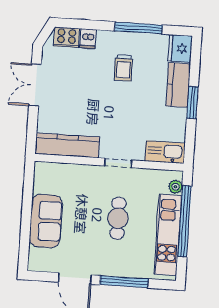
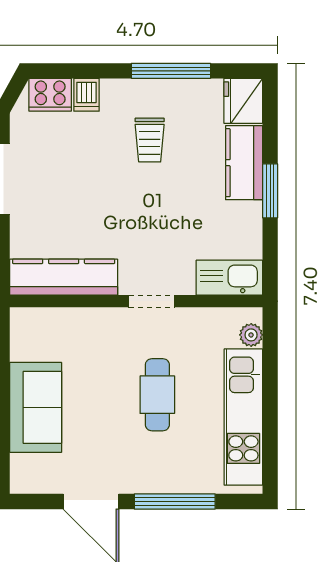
window: (185, 221) -> (270, 392), removed

